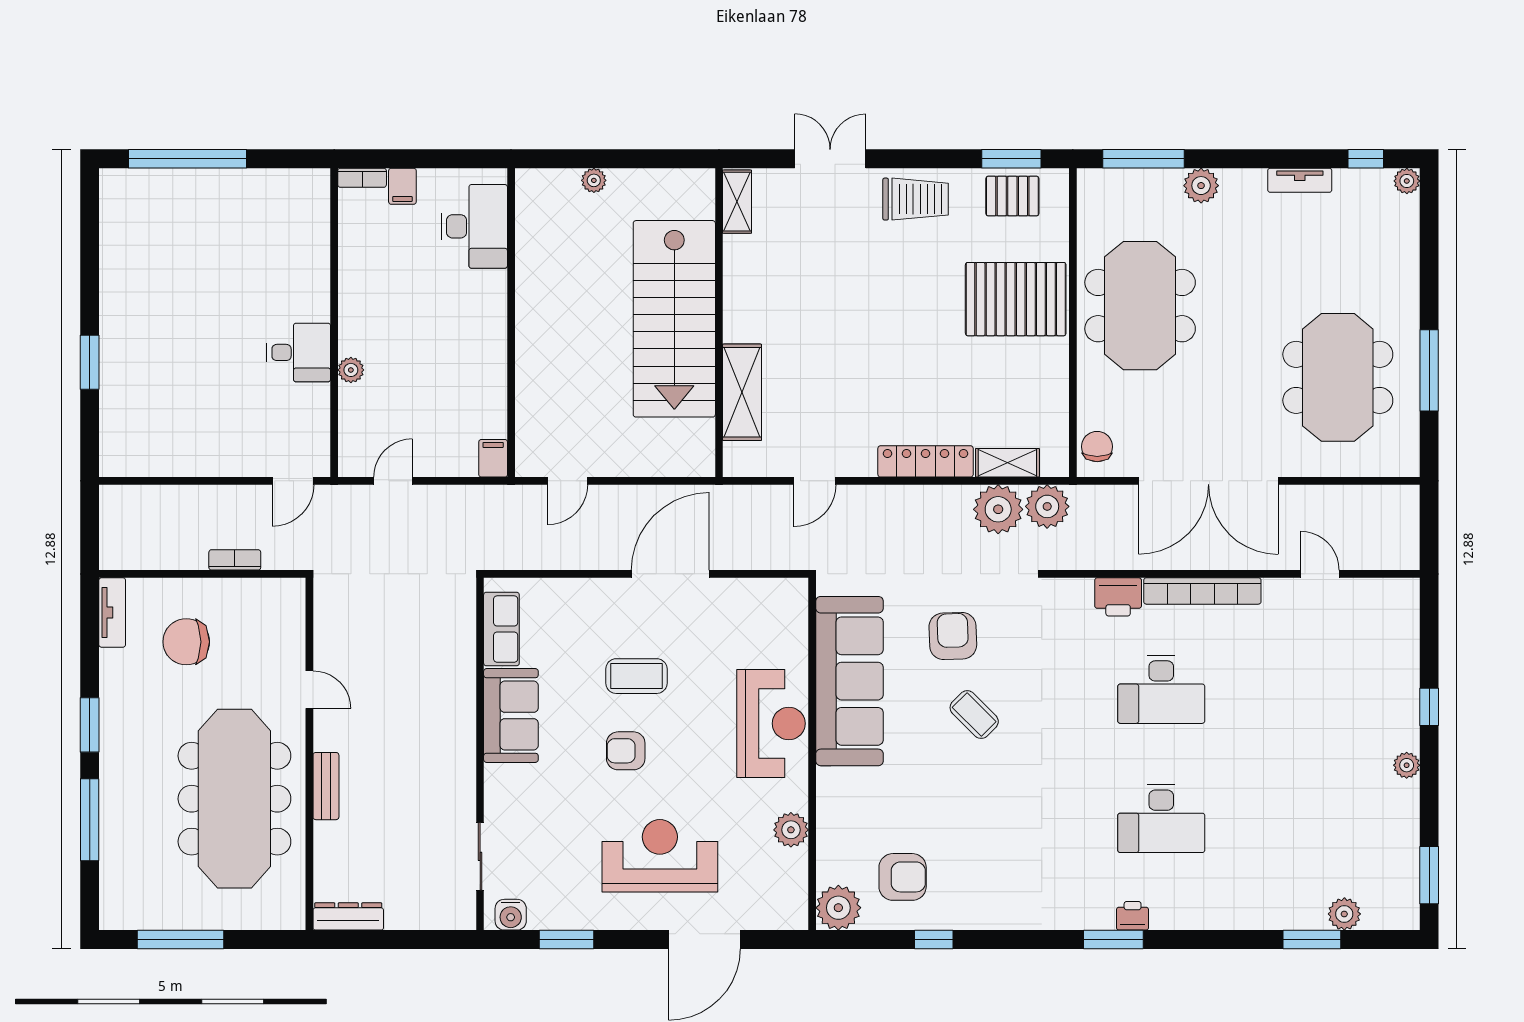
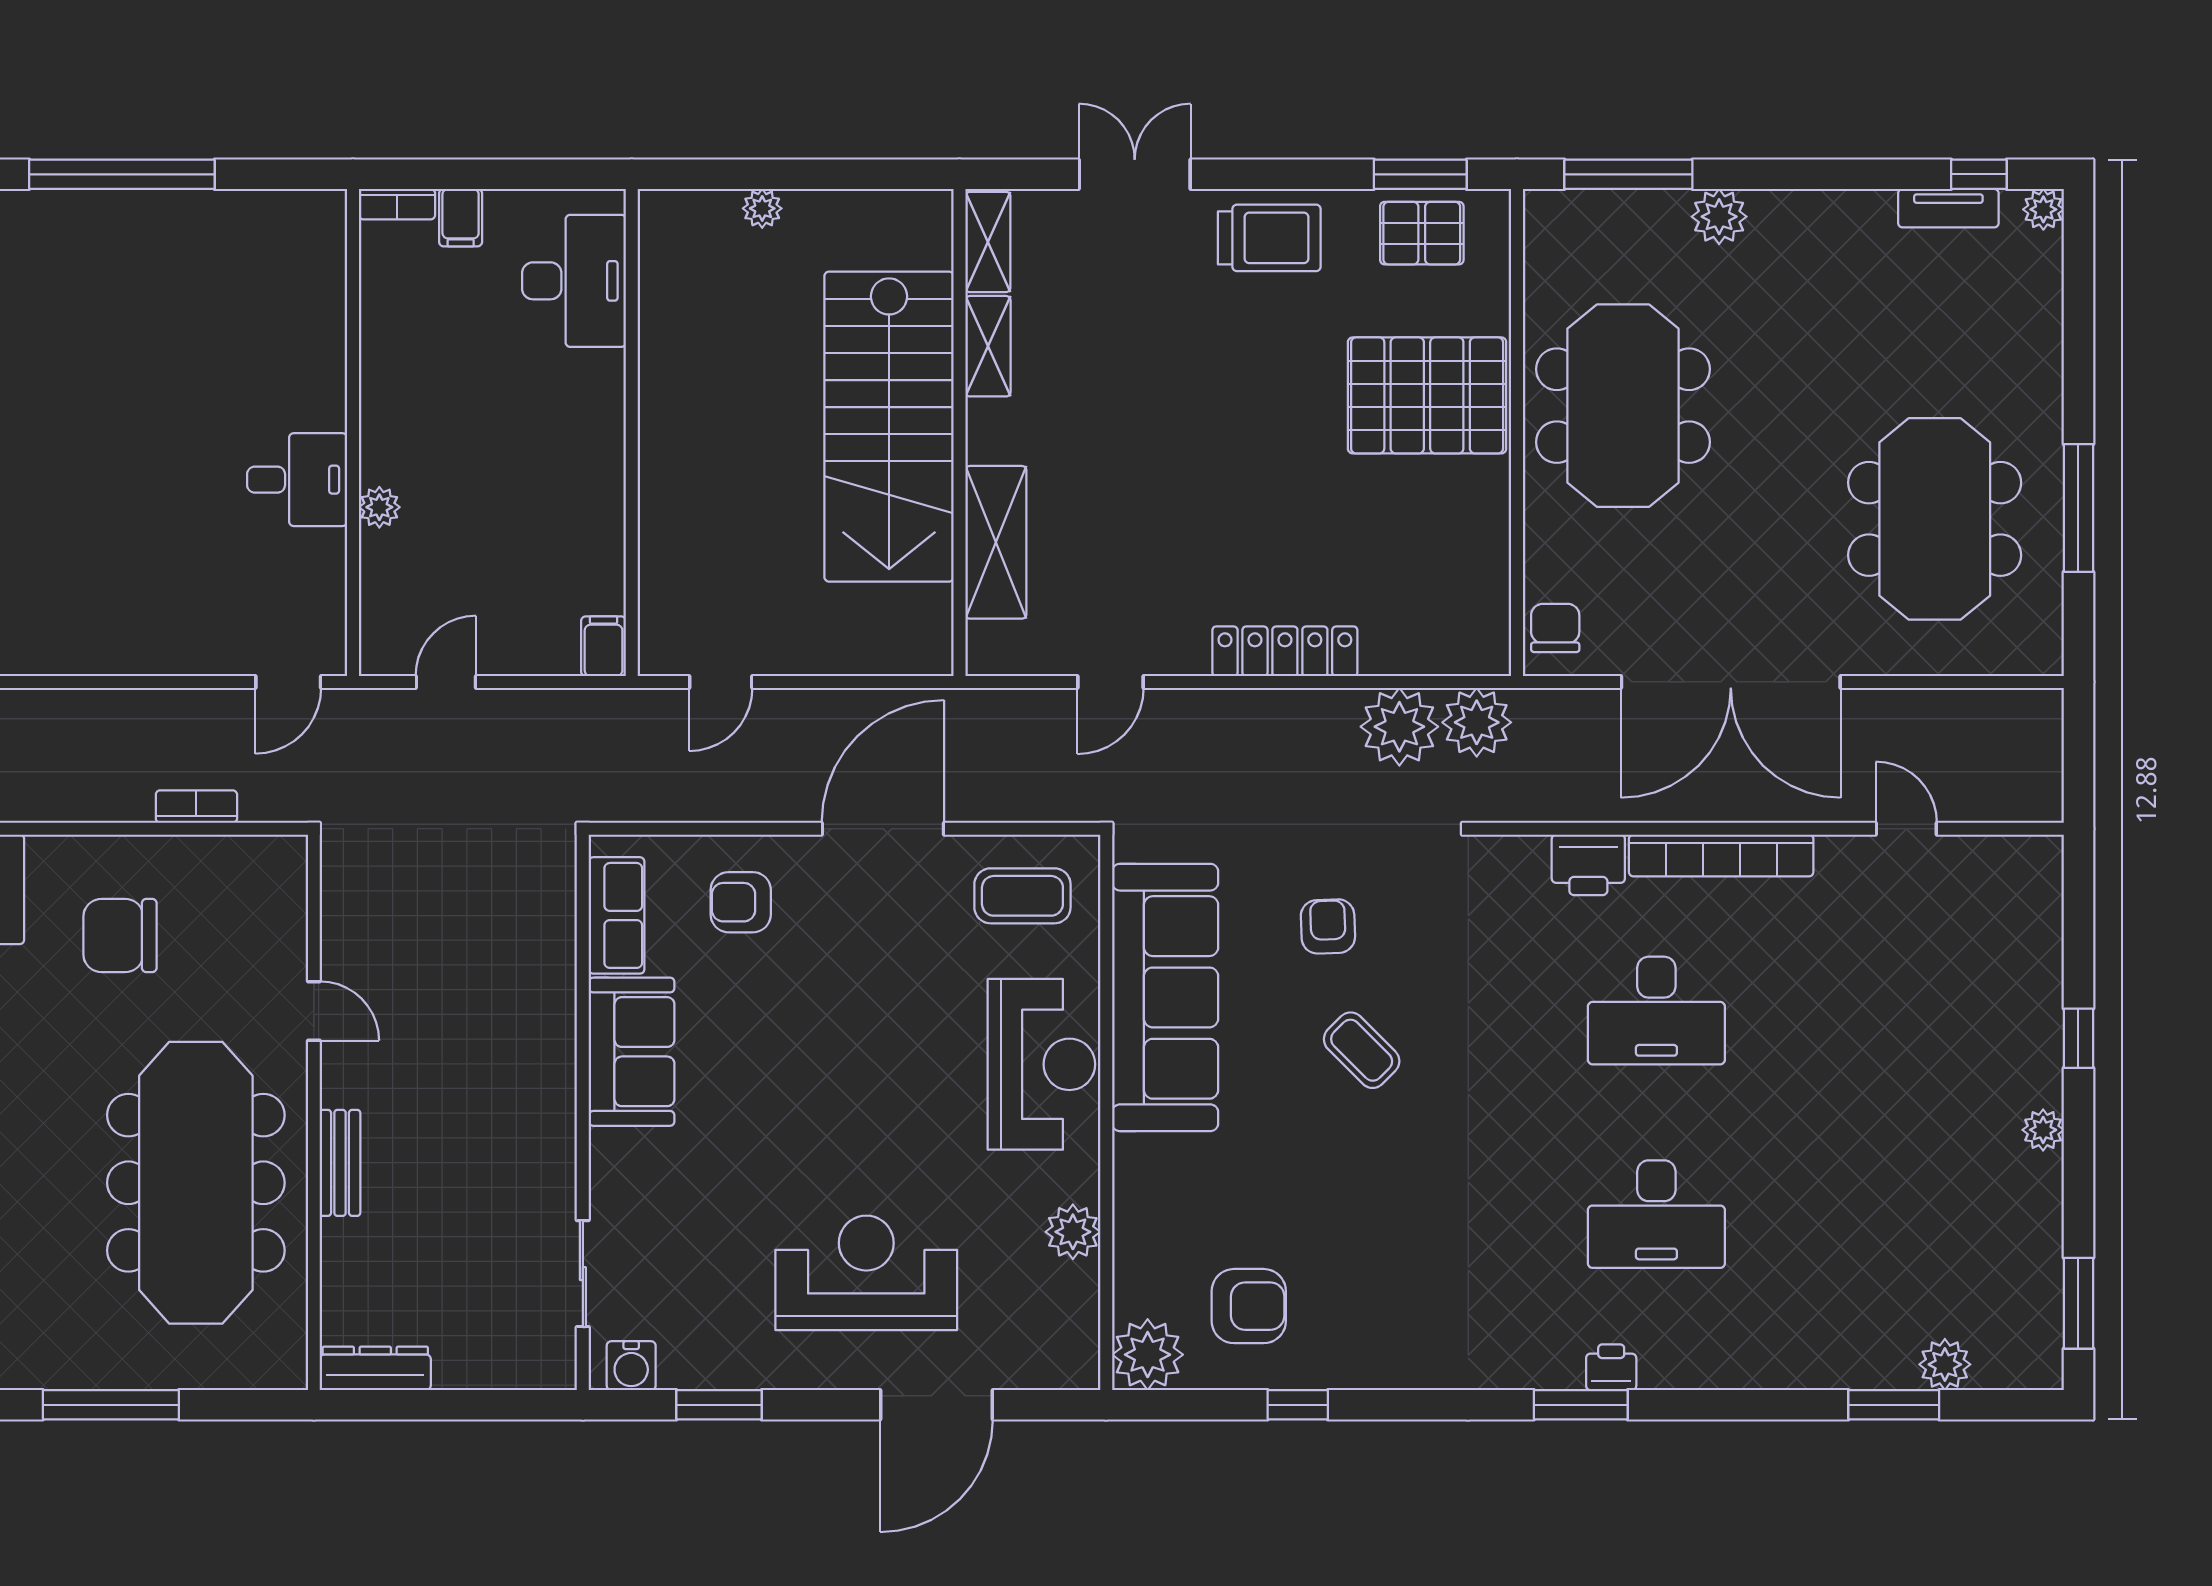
tv unit: (1300, 180) -> (1948, 208), moved
shelving: (1007, 463) -> (988, 346), moved, turned 90
armchair: (953, 636) -> (1328, 926), width x0.72, depth x0.72
coffee table: (636, 676) -> (1022, 896), moved
armchair: (626, 751) -> (741, 902), moved

